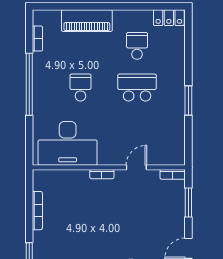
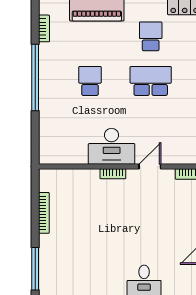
desk: (68, 143) -> (112, 146), moved, width x0.73, depth x0.77

